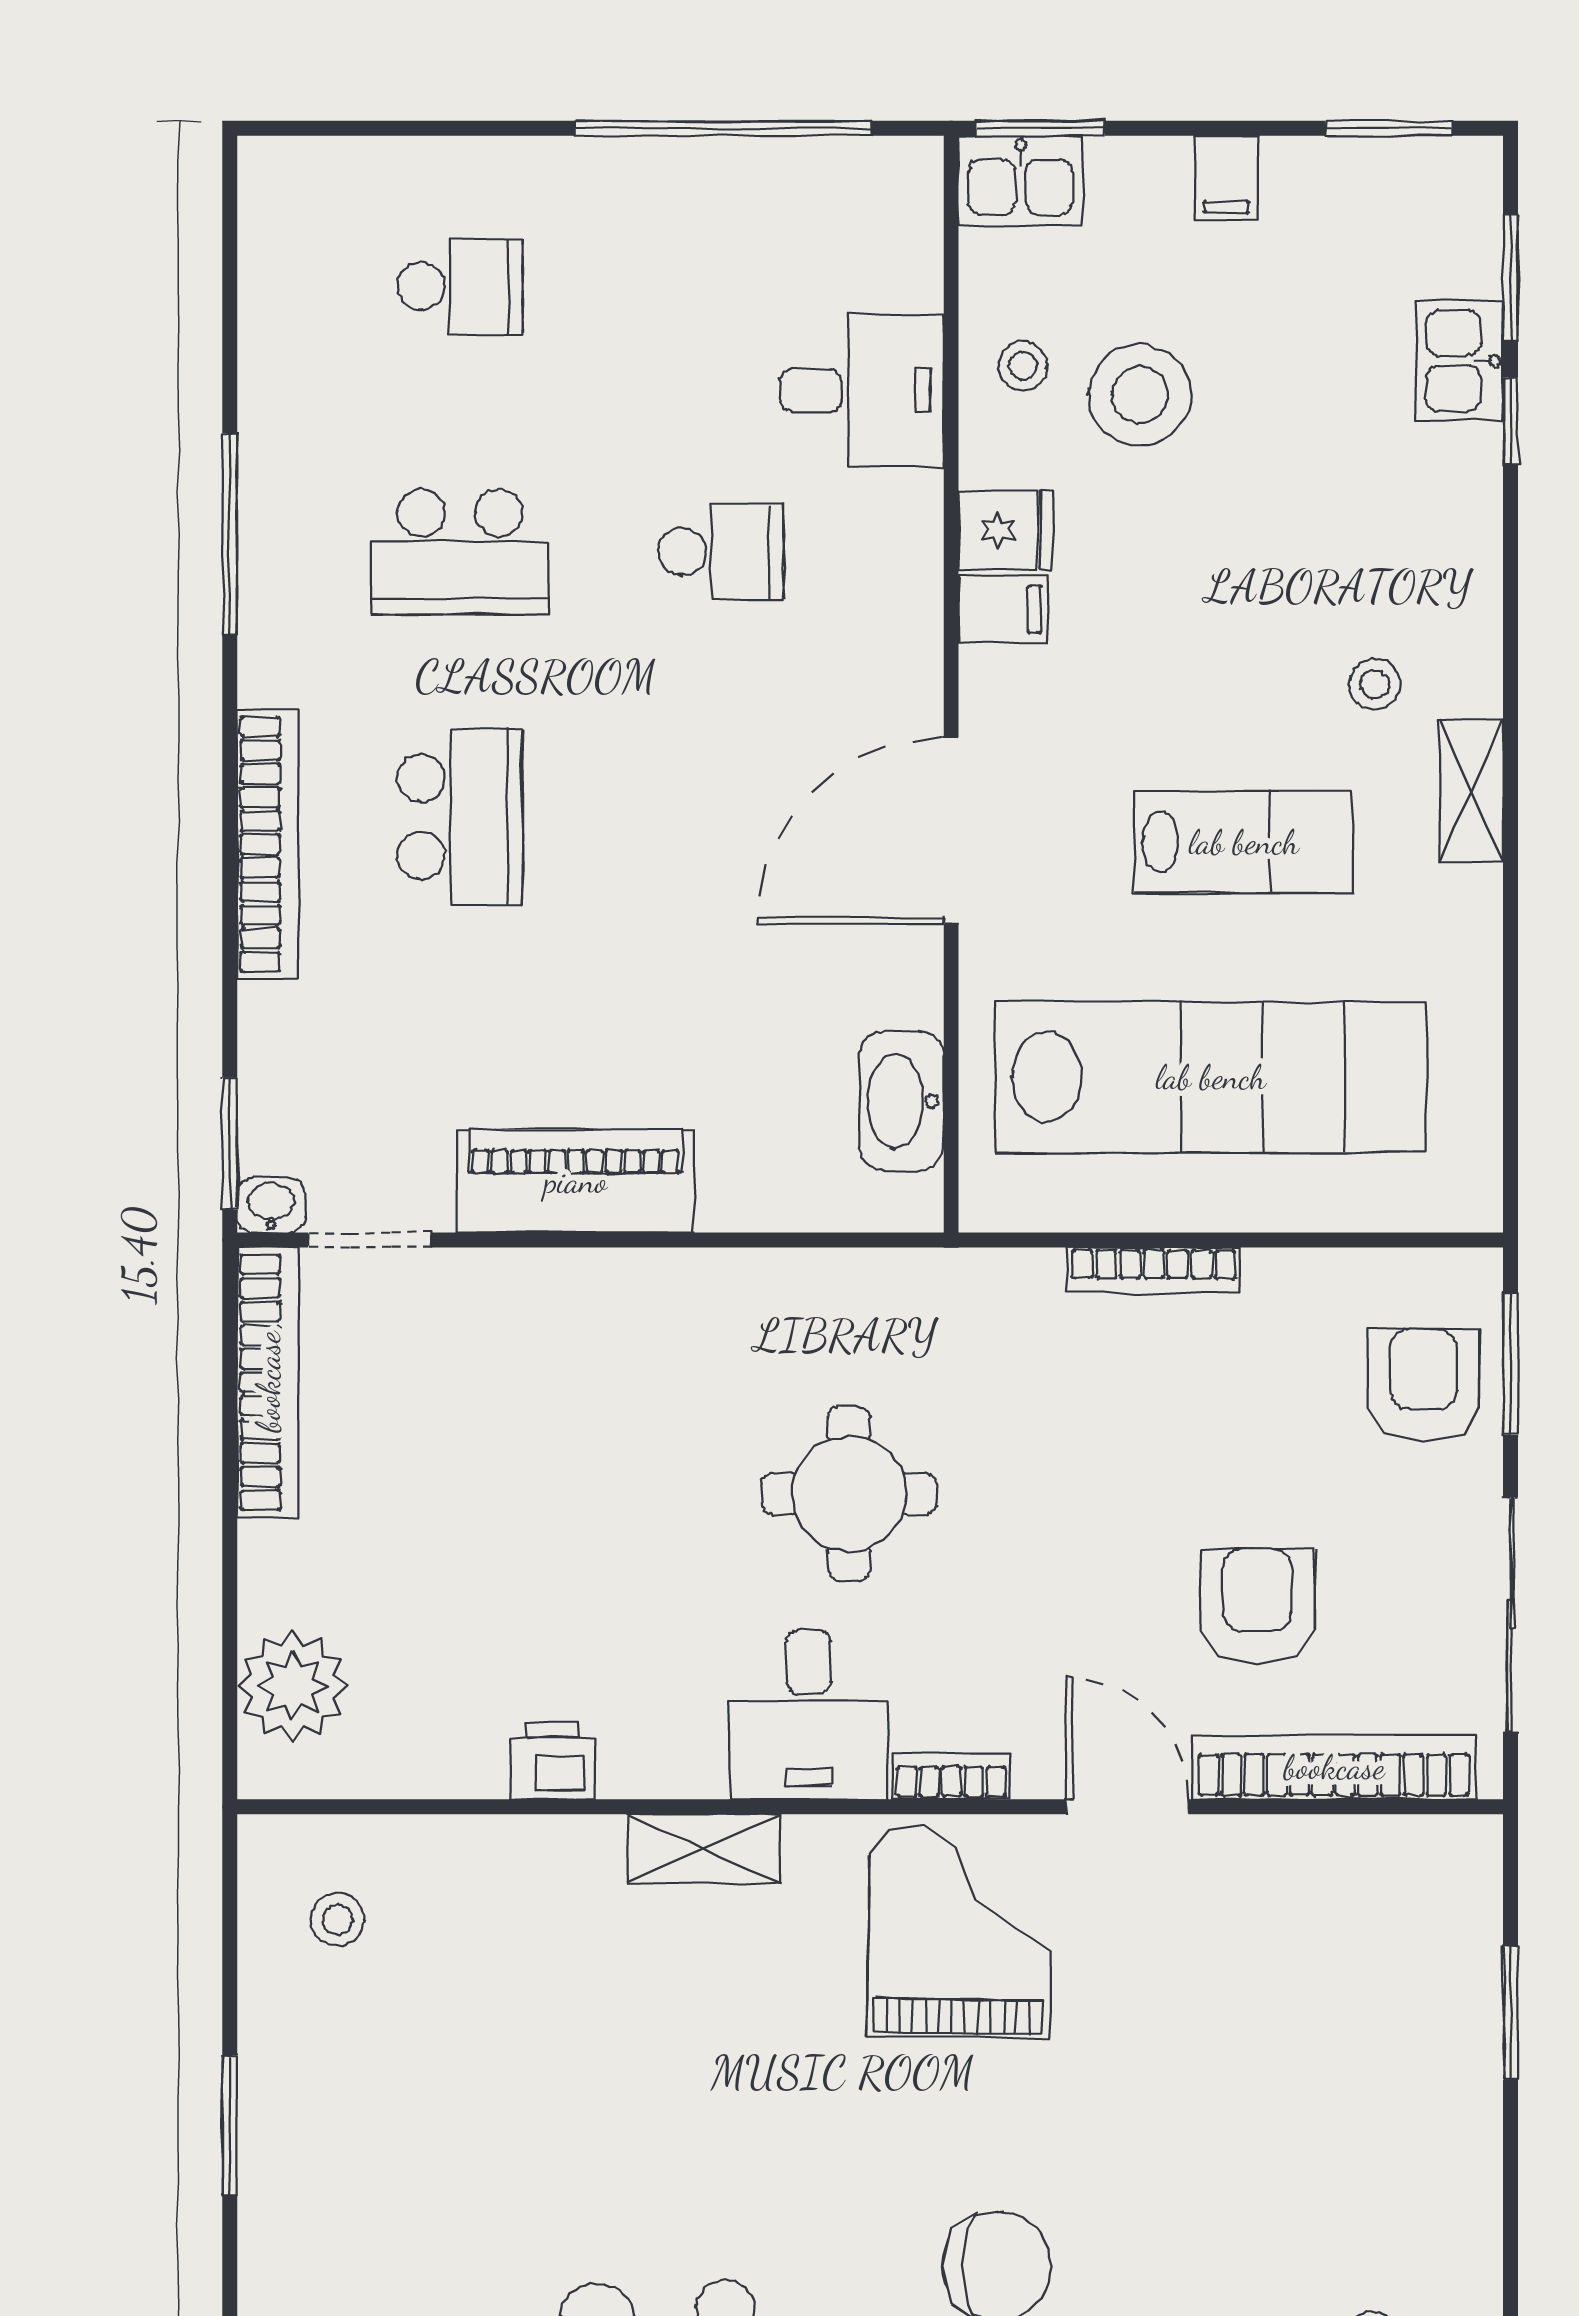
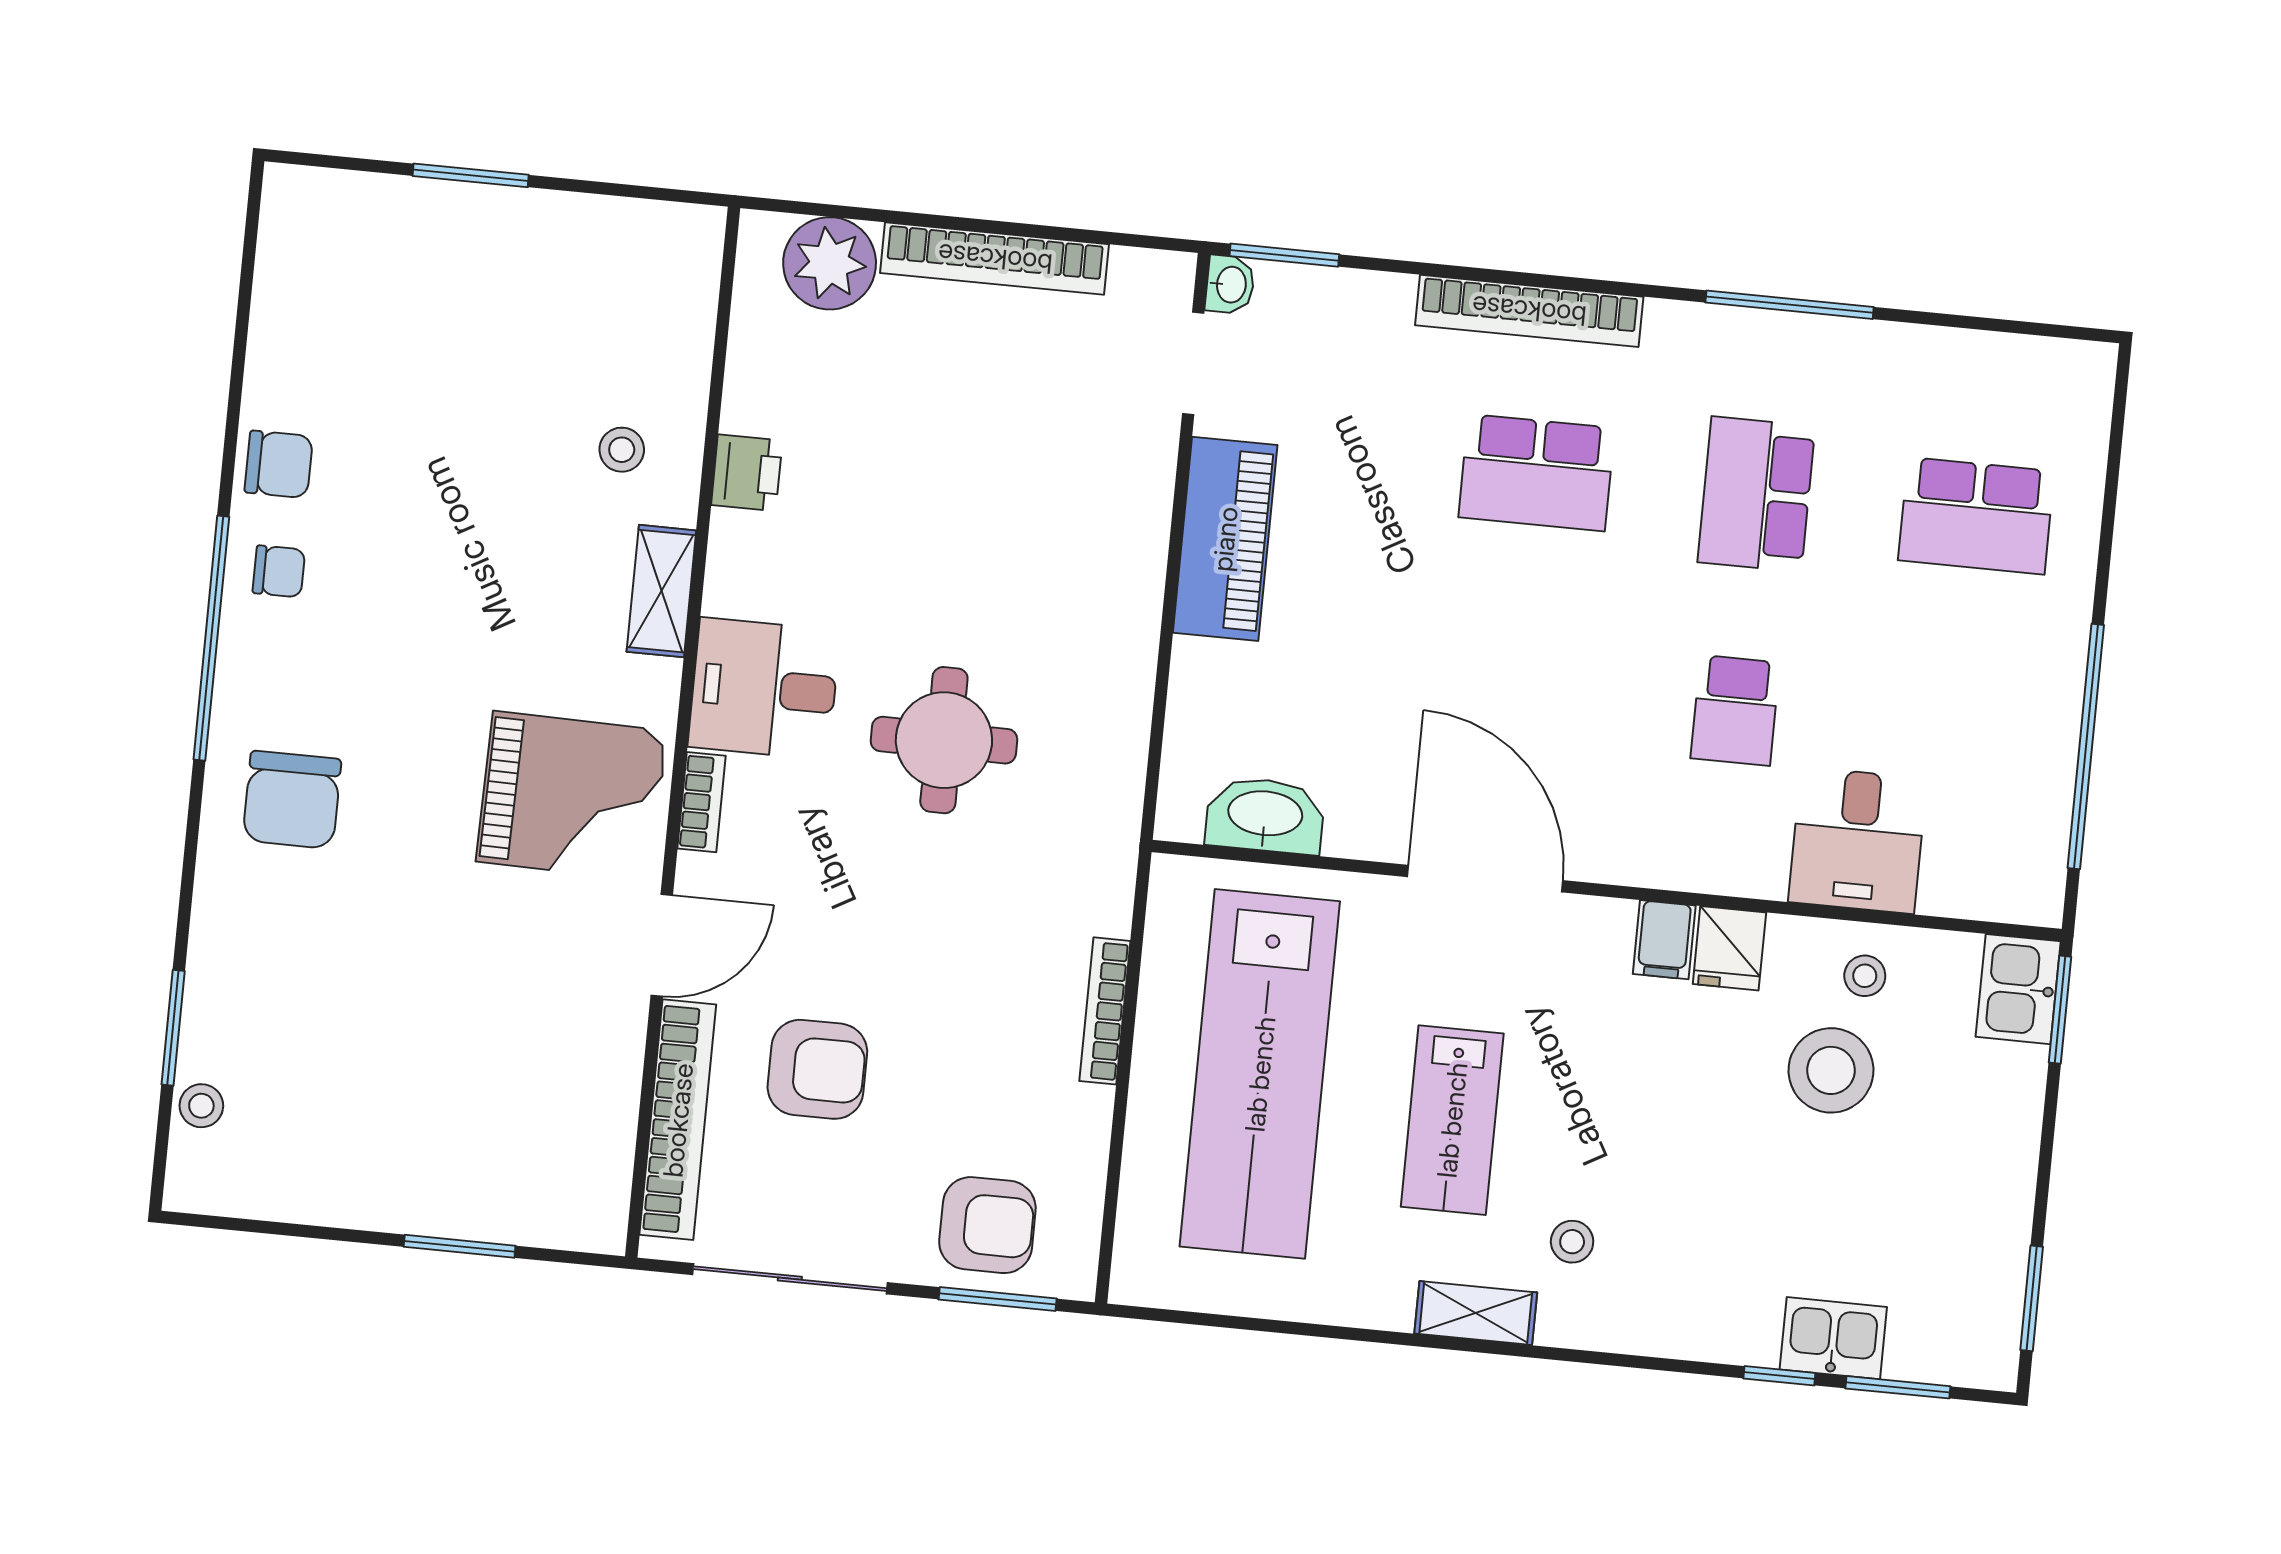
filing cabinet: (1226, 178) -> (2004, 1160), removed
school desk: (460, 286) -> (1976, 516), width x1.85
bookcase: (268, 1382) -> (995, 259), moved
stool: (337, 1920) -> (622, 450), moved

